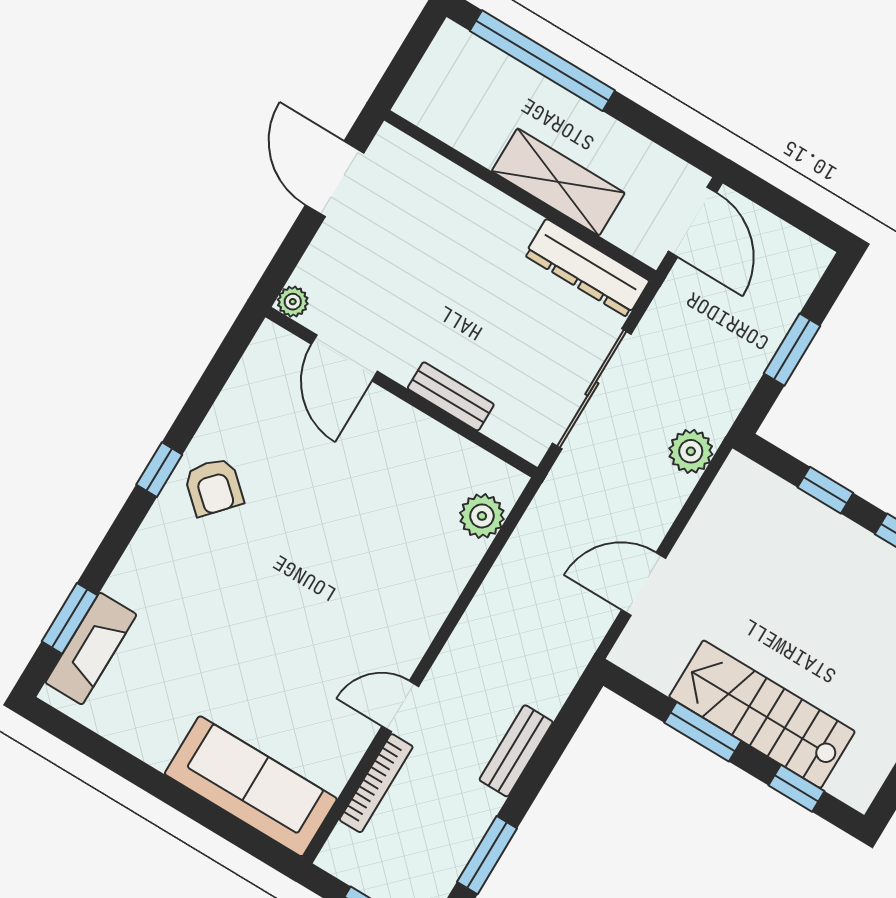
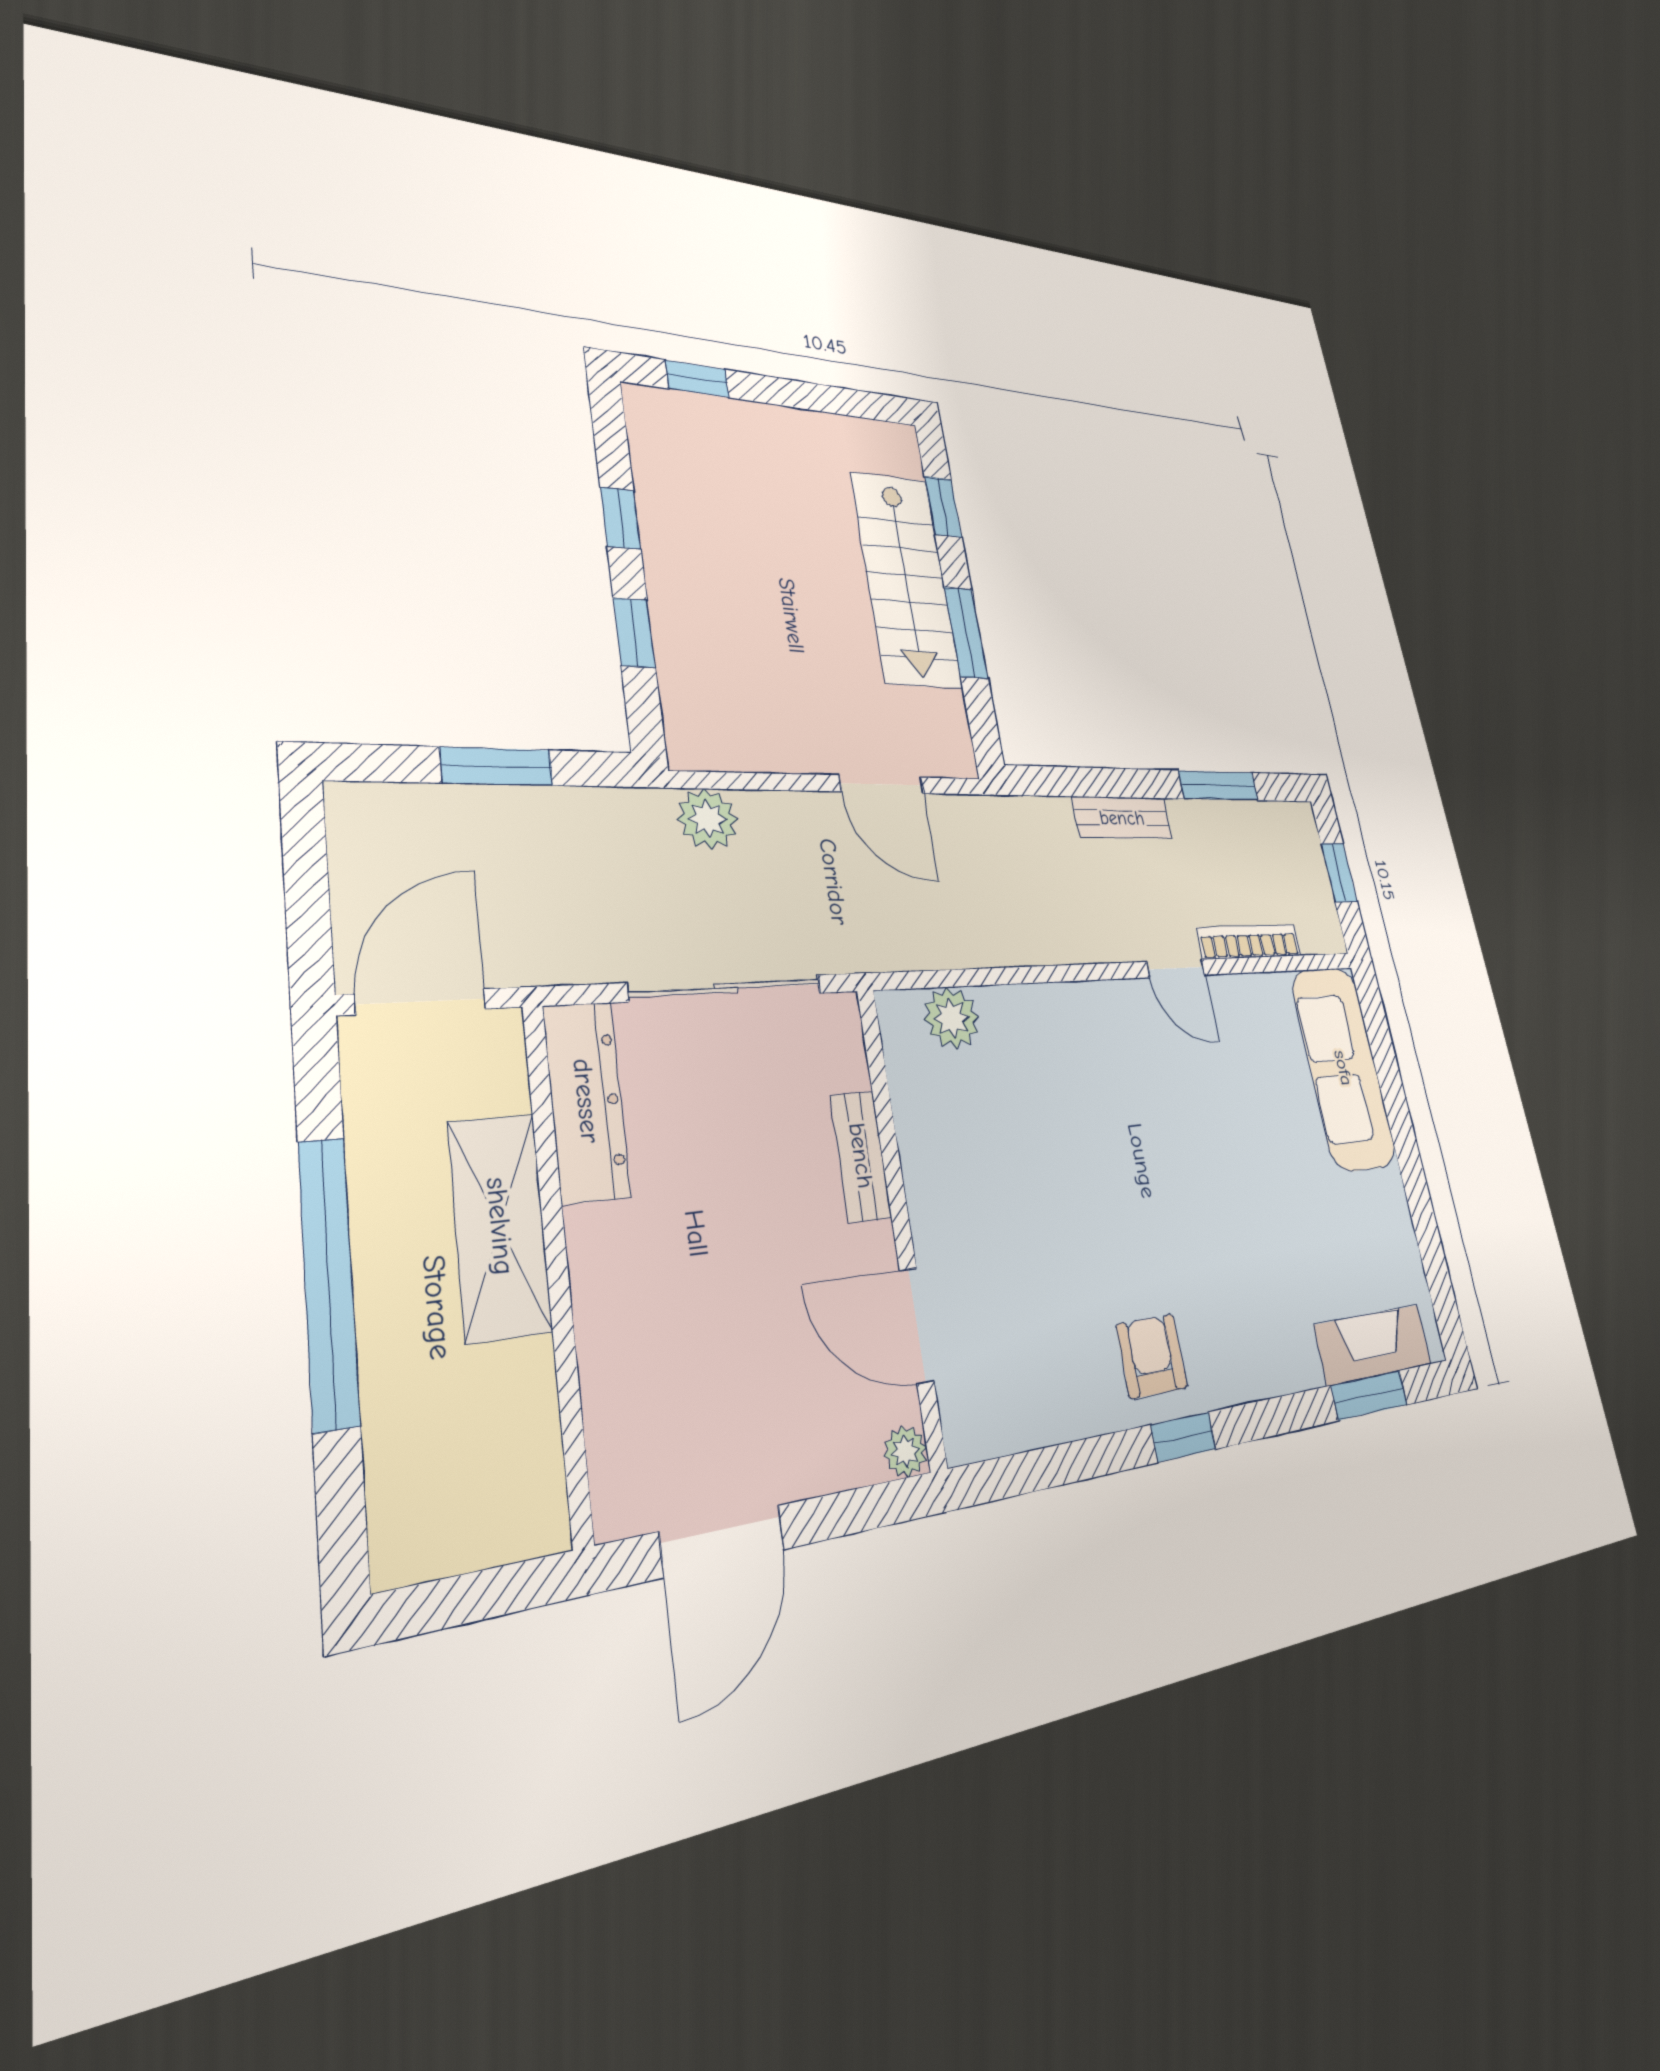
window: (542, 61) -> (328, 1282), moved
door: (344, 358) -> (917, 1326), swing flipped
armchair: (214, 487) -> (1152, 1356), turned -42

